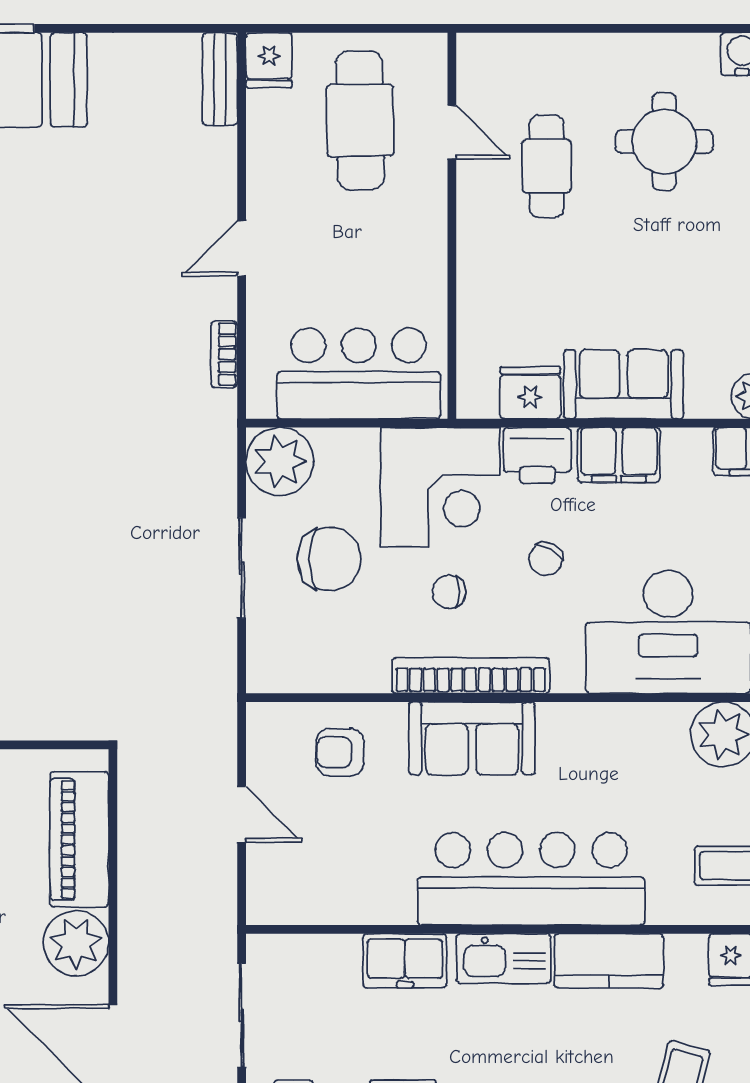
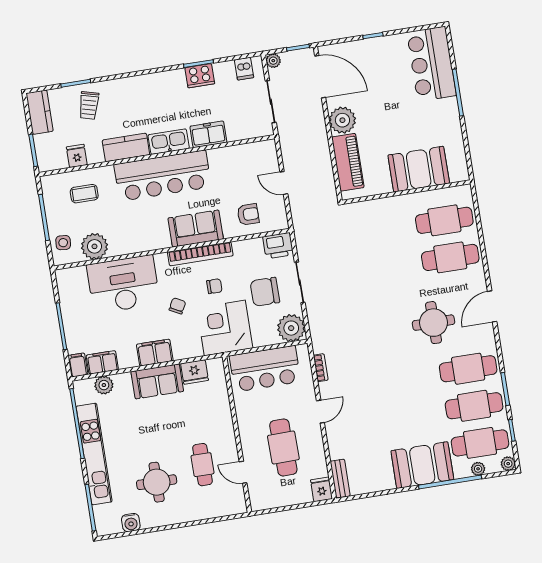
cafe table: (360, 120) -> (283, 447), moved
printer: (537, 455) -> (278, 246), moved, turned 180

